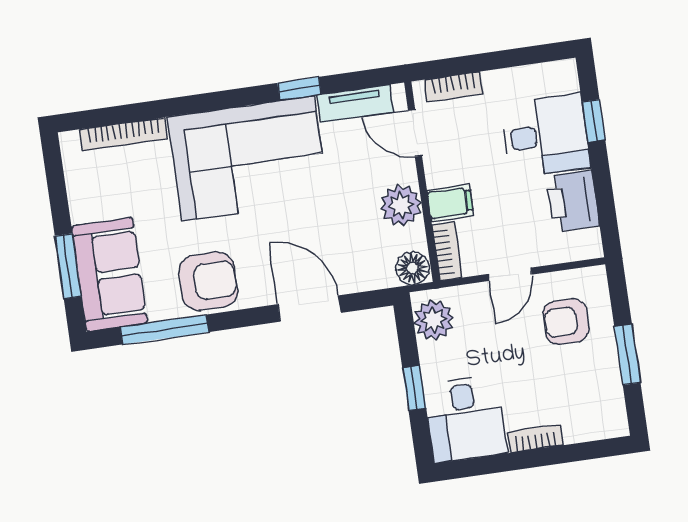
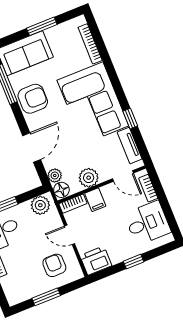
window: (594, 121) -> (134, 262), moved
door: (415, 133) -> (123, 176), swing flipped
desk: (546, 136) -> (147, 223), moved, turned -90
printer: (573, 201) -> (96, 261), moved
window: (68, 266) -> (42, 26), moved
plant: (379, 275) -> (55, 175), added
armchair: (208, 281) -> (33, 99), turned -90

